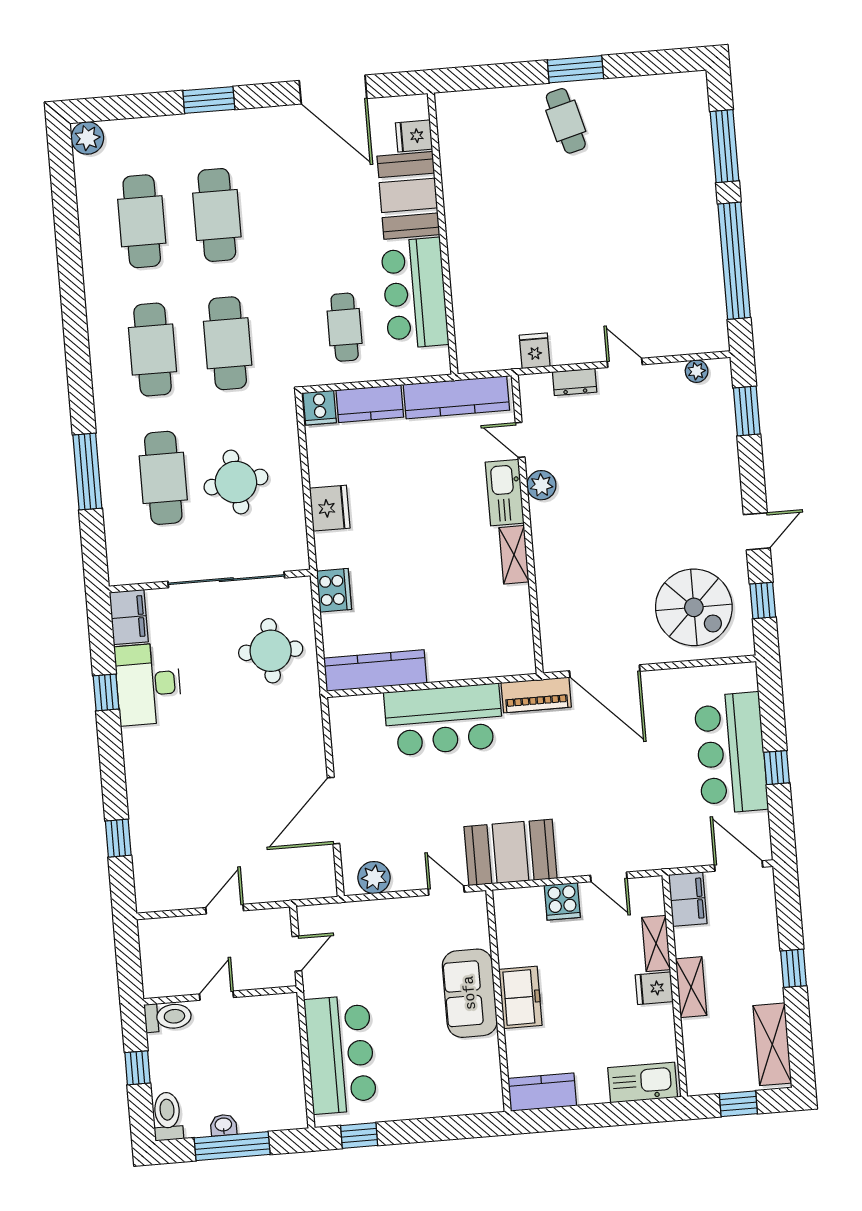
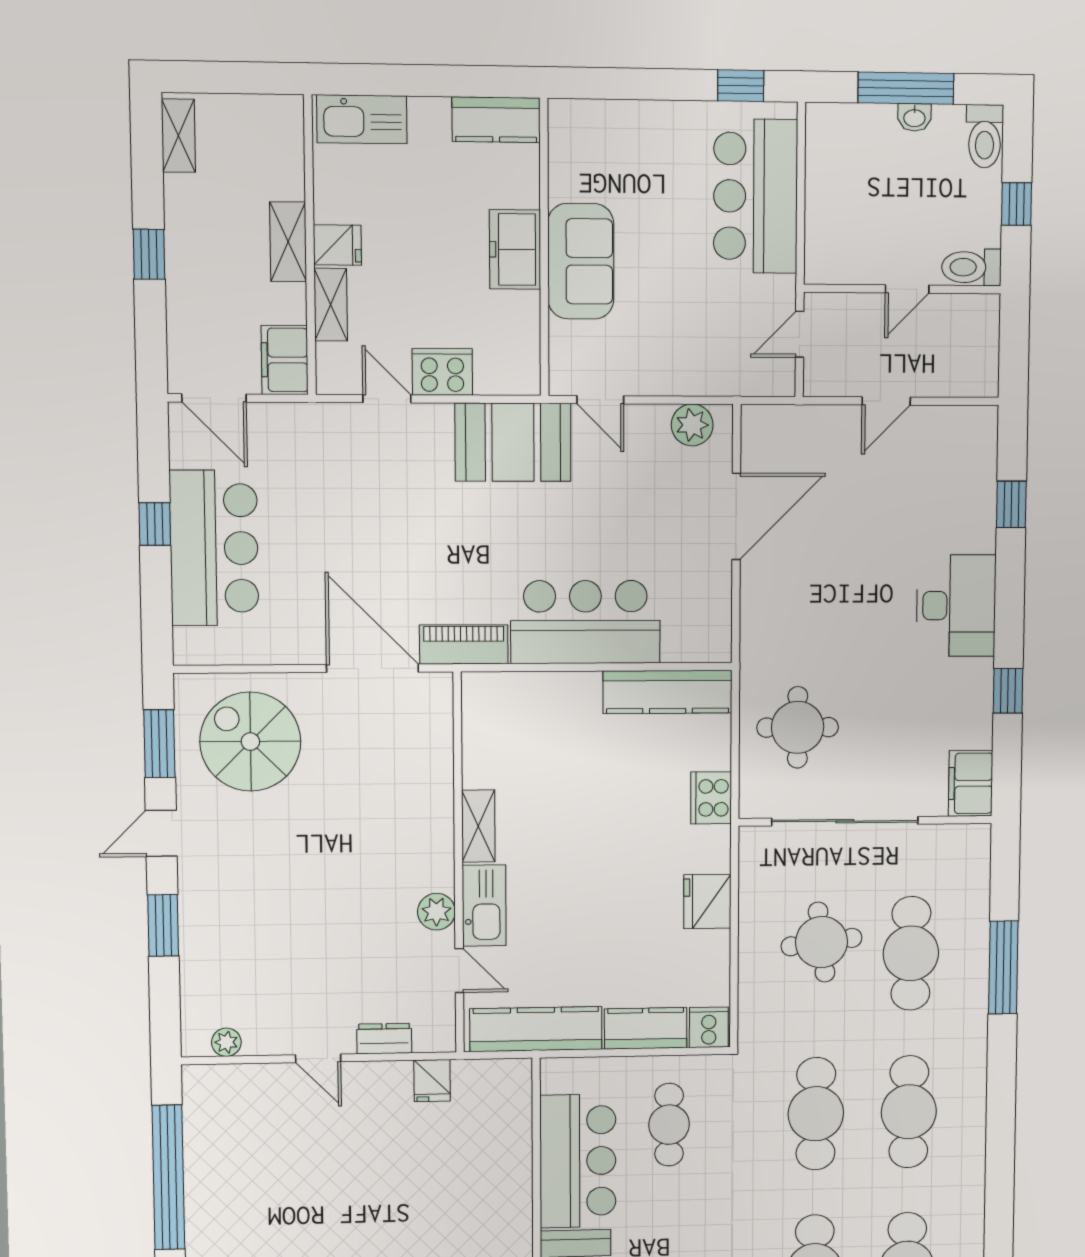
window: (747, 411) -> (163, 925), moved
window: (763, 601) -> (159, 744), width x1.50
desk: (148, 684) -> (956, 606), moved
cooker: (562, 901) -> (442, 372), width x1.36
shelving: (772, 1044) -> (178, 136), width x0.67, depth x0.75
window: (738, 1104) -> (235, 78), removed

